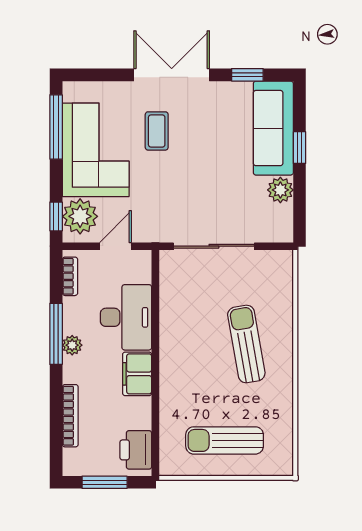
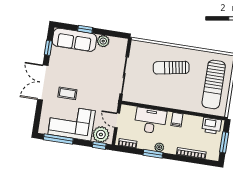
window: (56, 334) -> (153, 154), width x0.69
filing cabinet: (137, 374) -> (177, 120), width x0.50
sun lounger: (225, 440) -> (214, 84), width x1.36, depth x1.34

